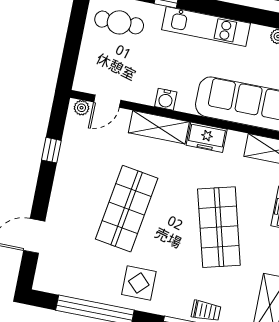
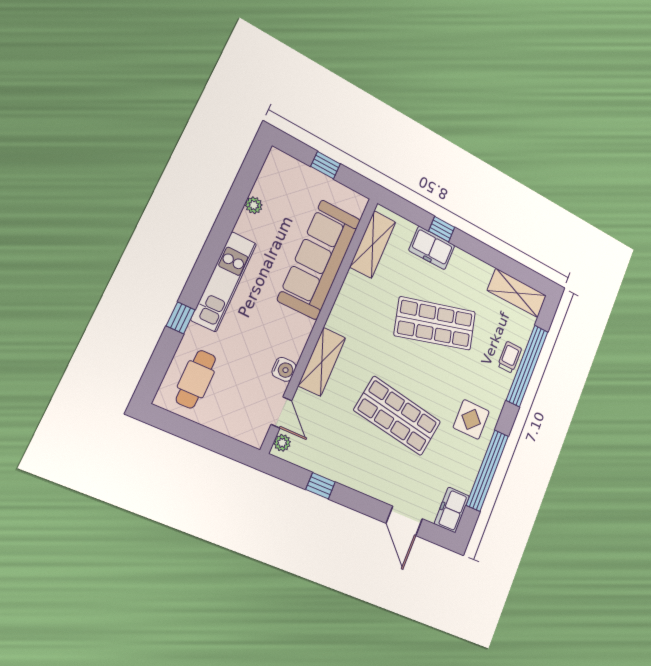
water cooler: (166, 99) -> (284, 369), moved
freezer: (207, 137) -> (452, 510), moved, turned 180

